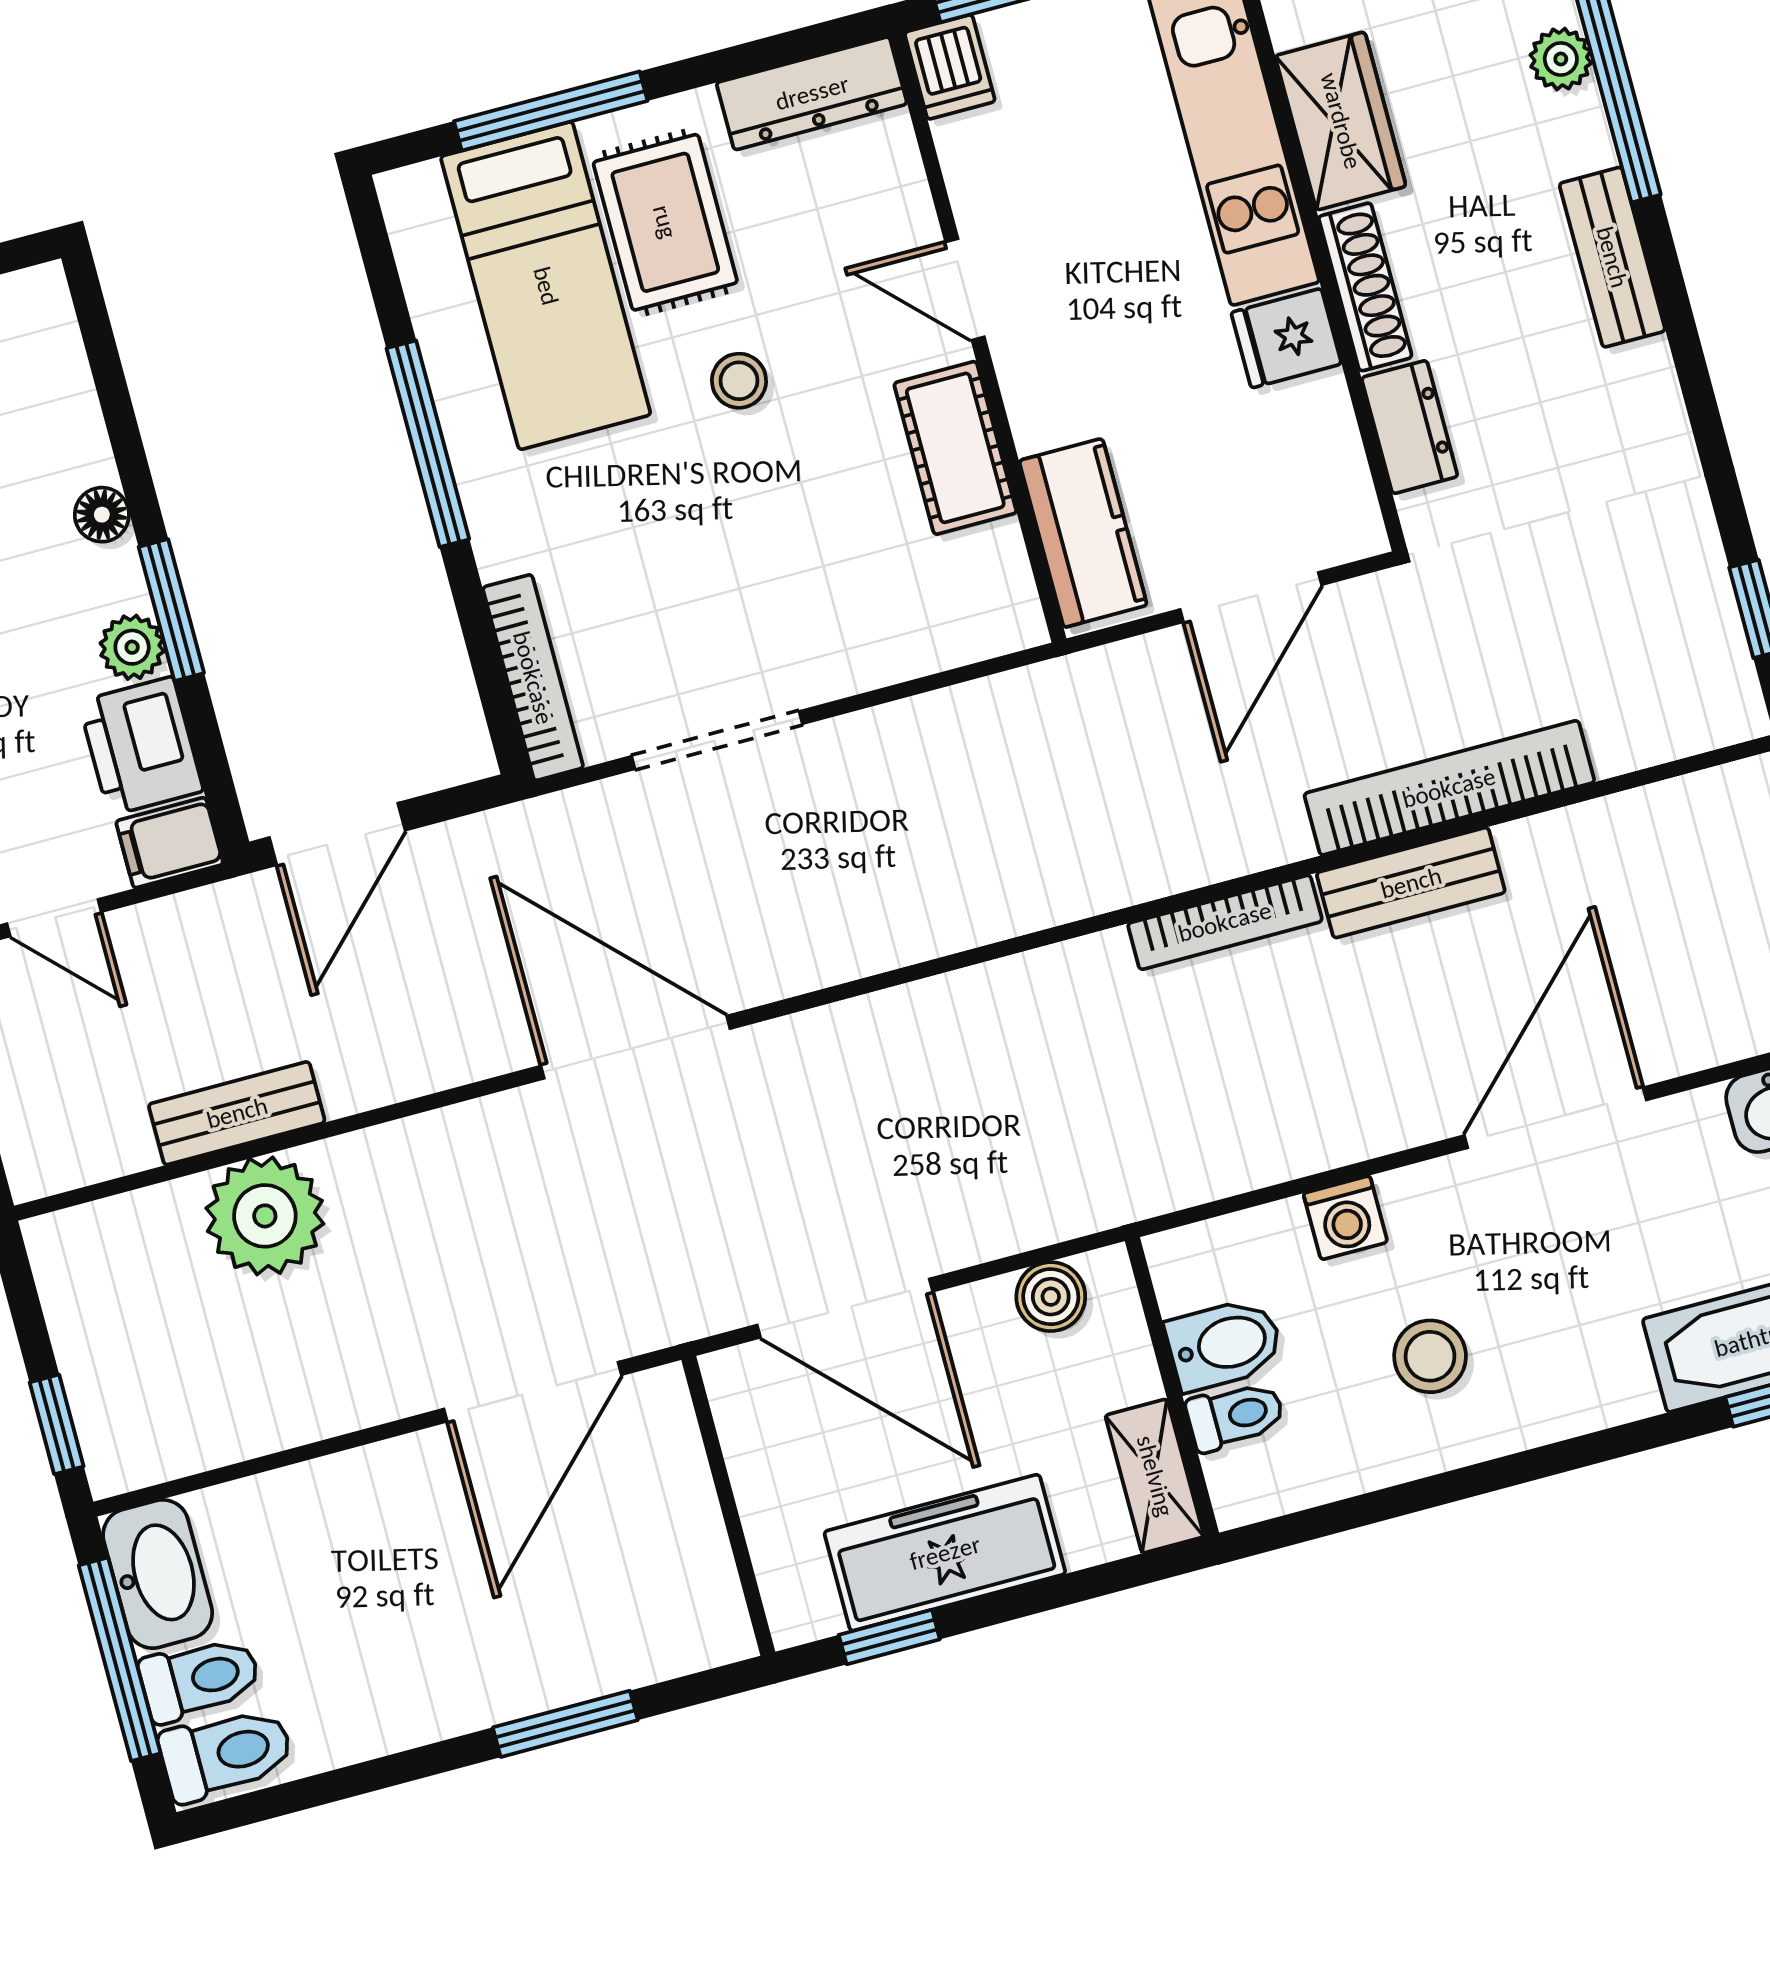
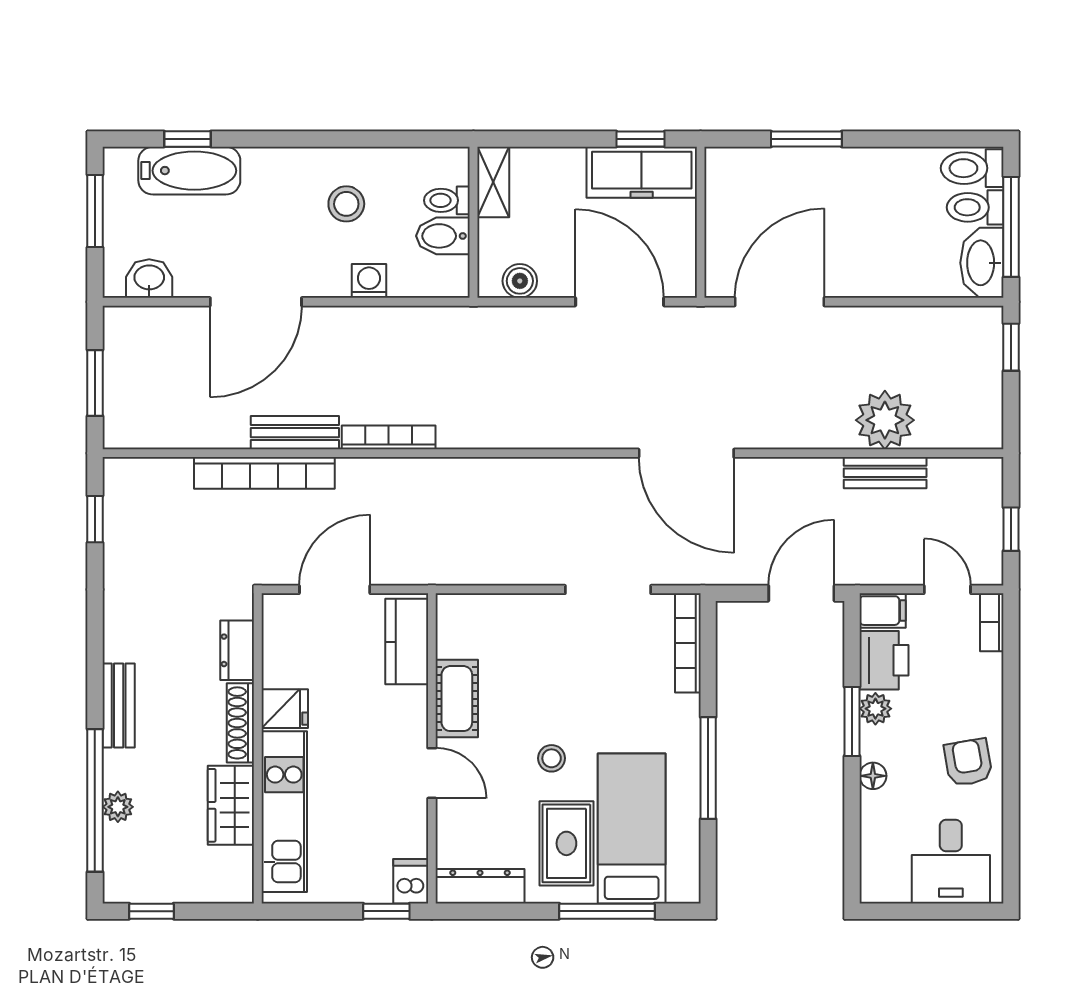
freezer: (945, 1553) -> (642, 172), moved

